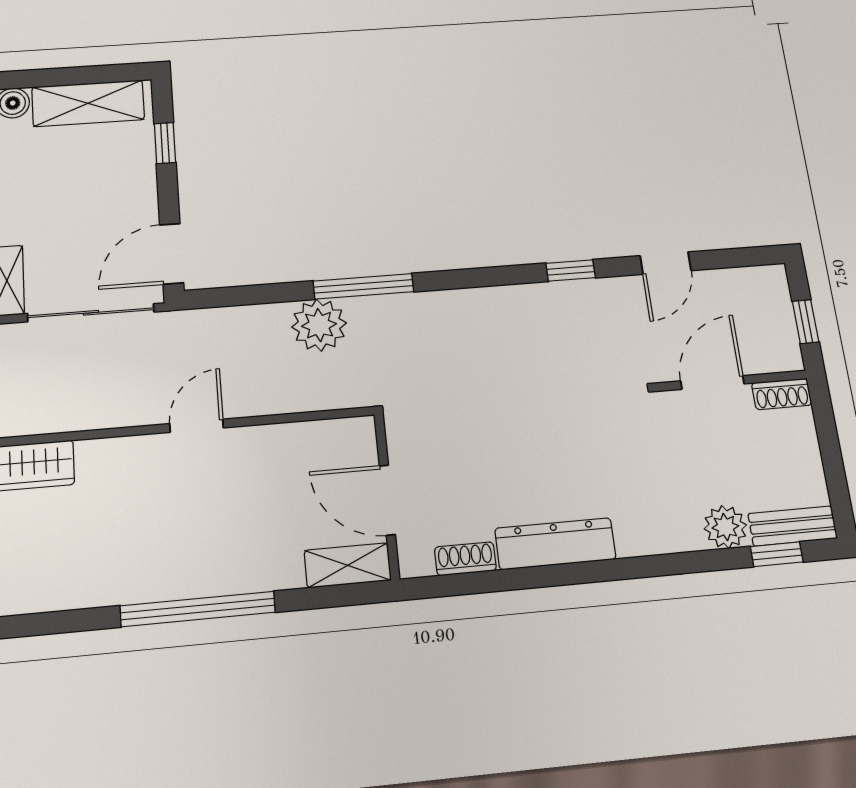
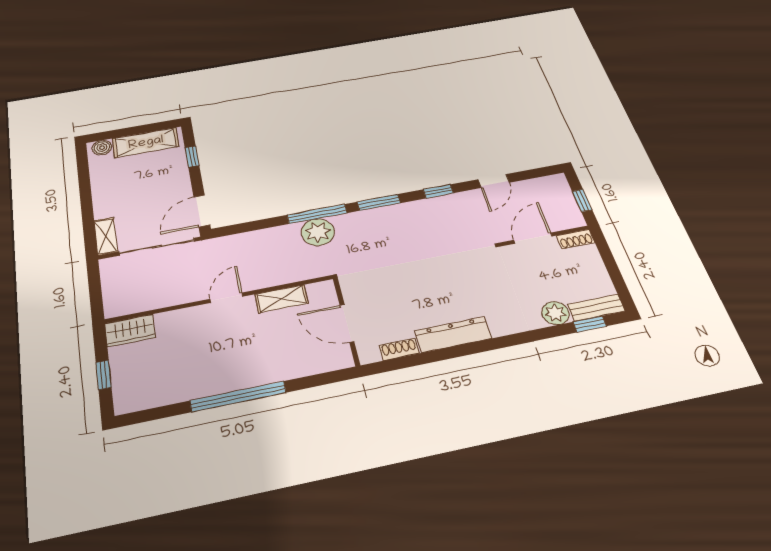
window: (469, 278) -> (379, 202), added
plant: (319, 325) -> (318, 232), moved
shelving: (348, 565) -> (281, 299), moved

